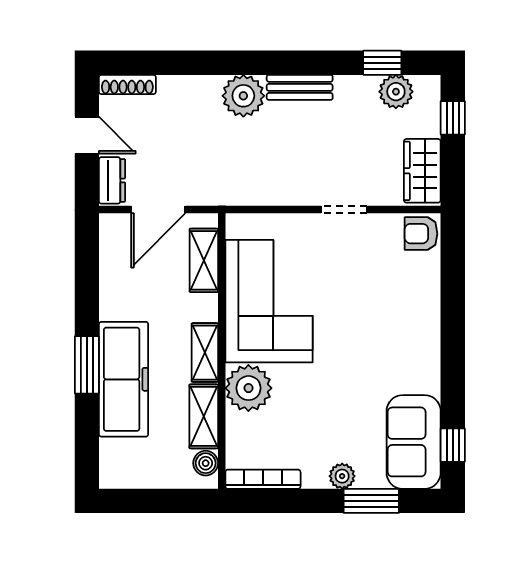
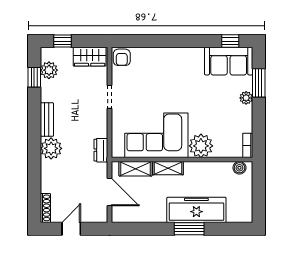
dresser: (112, 180) -> (101, 150), moved, turned -90
shelving: (205, 353) -> (168, 168), moved
shelving: (204, 416) -> (215, 169), removed
bookcase: (263, 479) -> (248, 145), width x0.64

